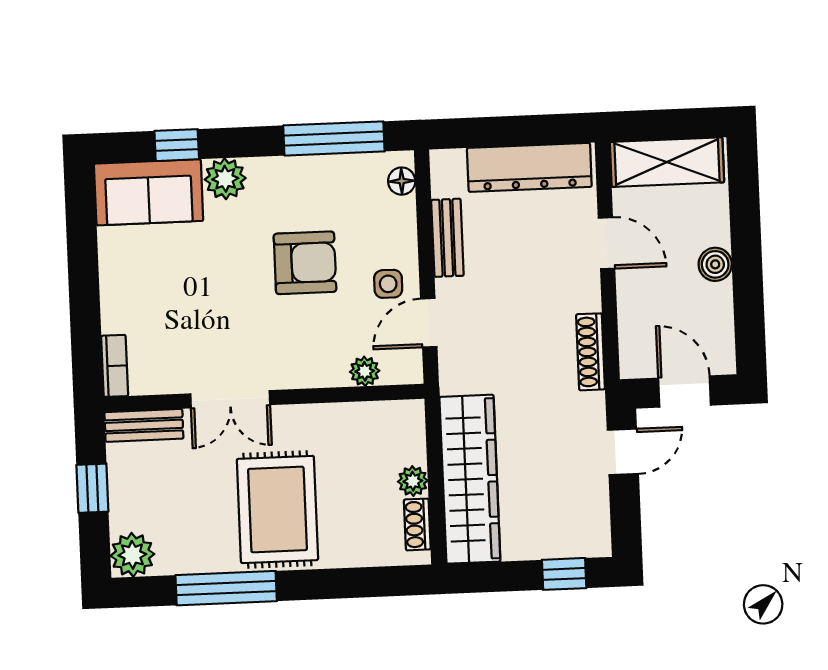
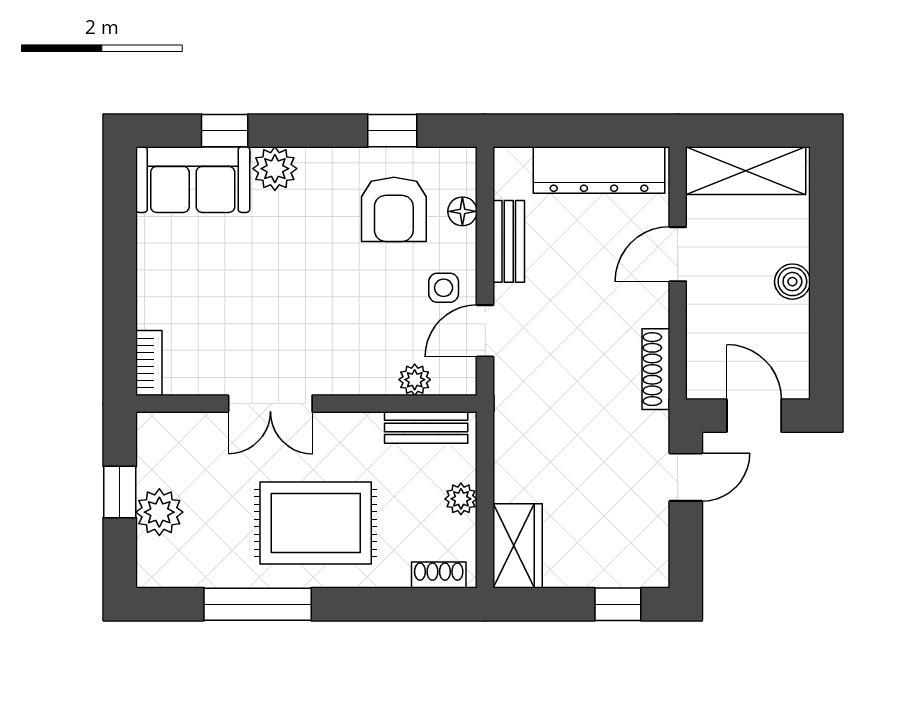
window: (334, 138) -> (392, 131), width x0.46
floor lamp: (402, 181) -> (462, 211), moved
door: (606, 243) -> (678, 254), swing flipped
armchair: (305, 263) -> (394, 209), moved, turned 90
bench: (144, 425) -> (426, 427), moved
wardrobe: (470, 479) -> (518, 546), width x0.48, depth x0.85
rug: (277, 509) -> (316, 523), turned 90
shoe rack: (417, 524) -> (439, 575), moved, turned 90
plant: (132, 555) -> (159, 512), moved

